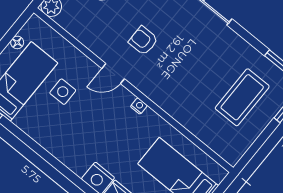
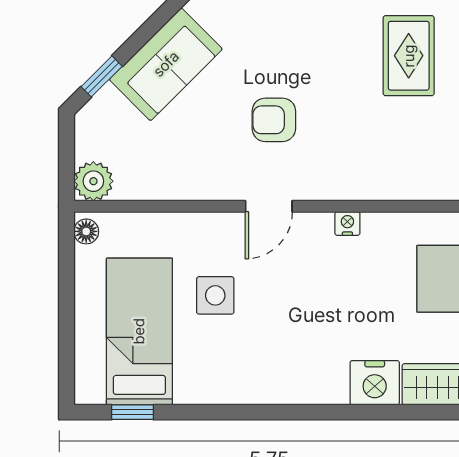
floor lamp: (17, 42) -> (86, 231), moved
rug: (218, 59) -> (409, 56), added

